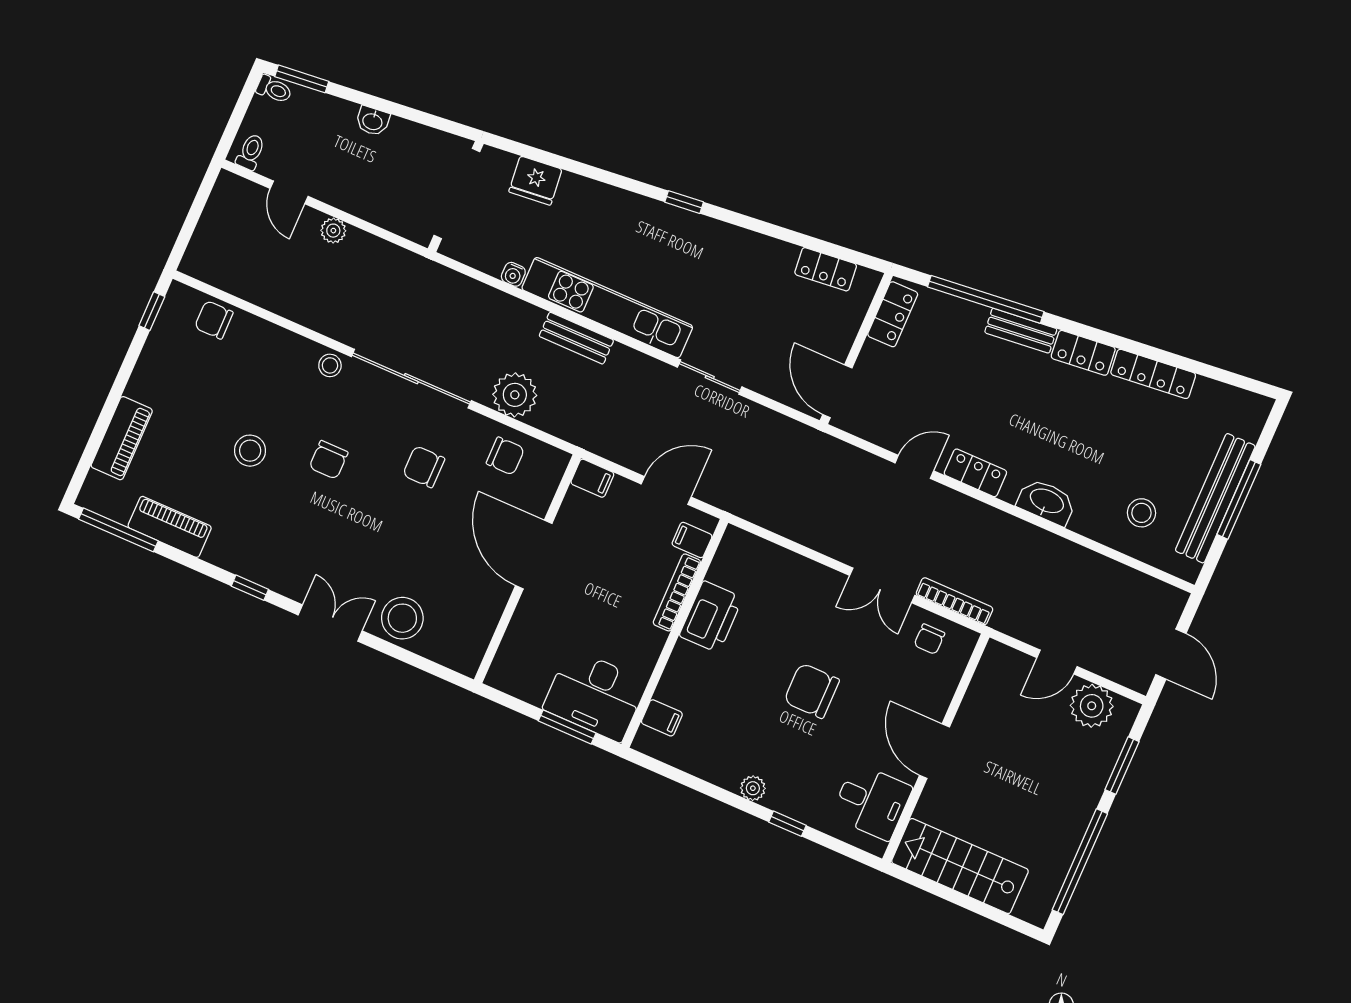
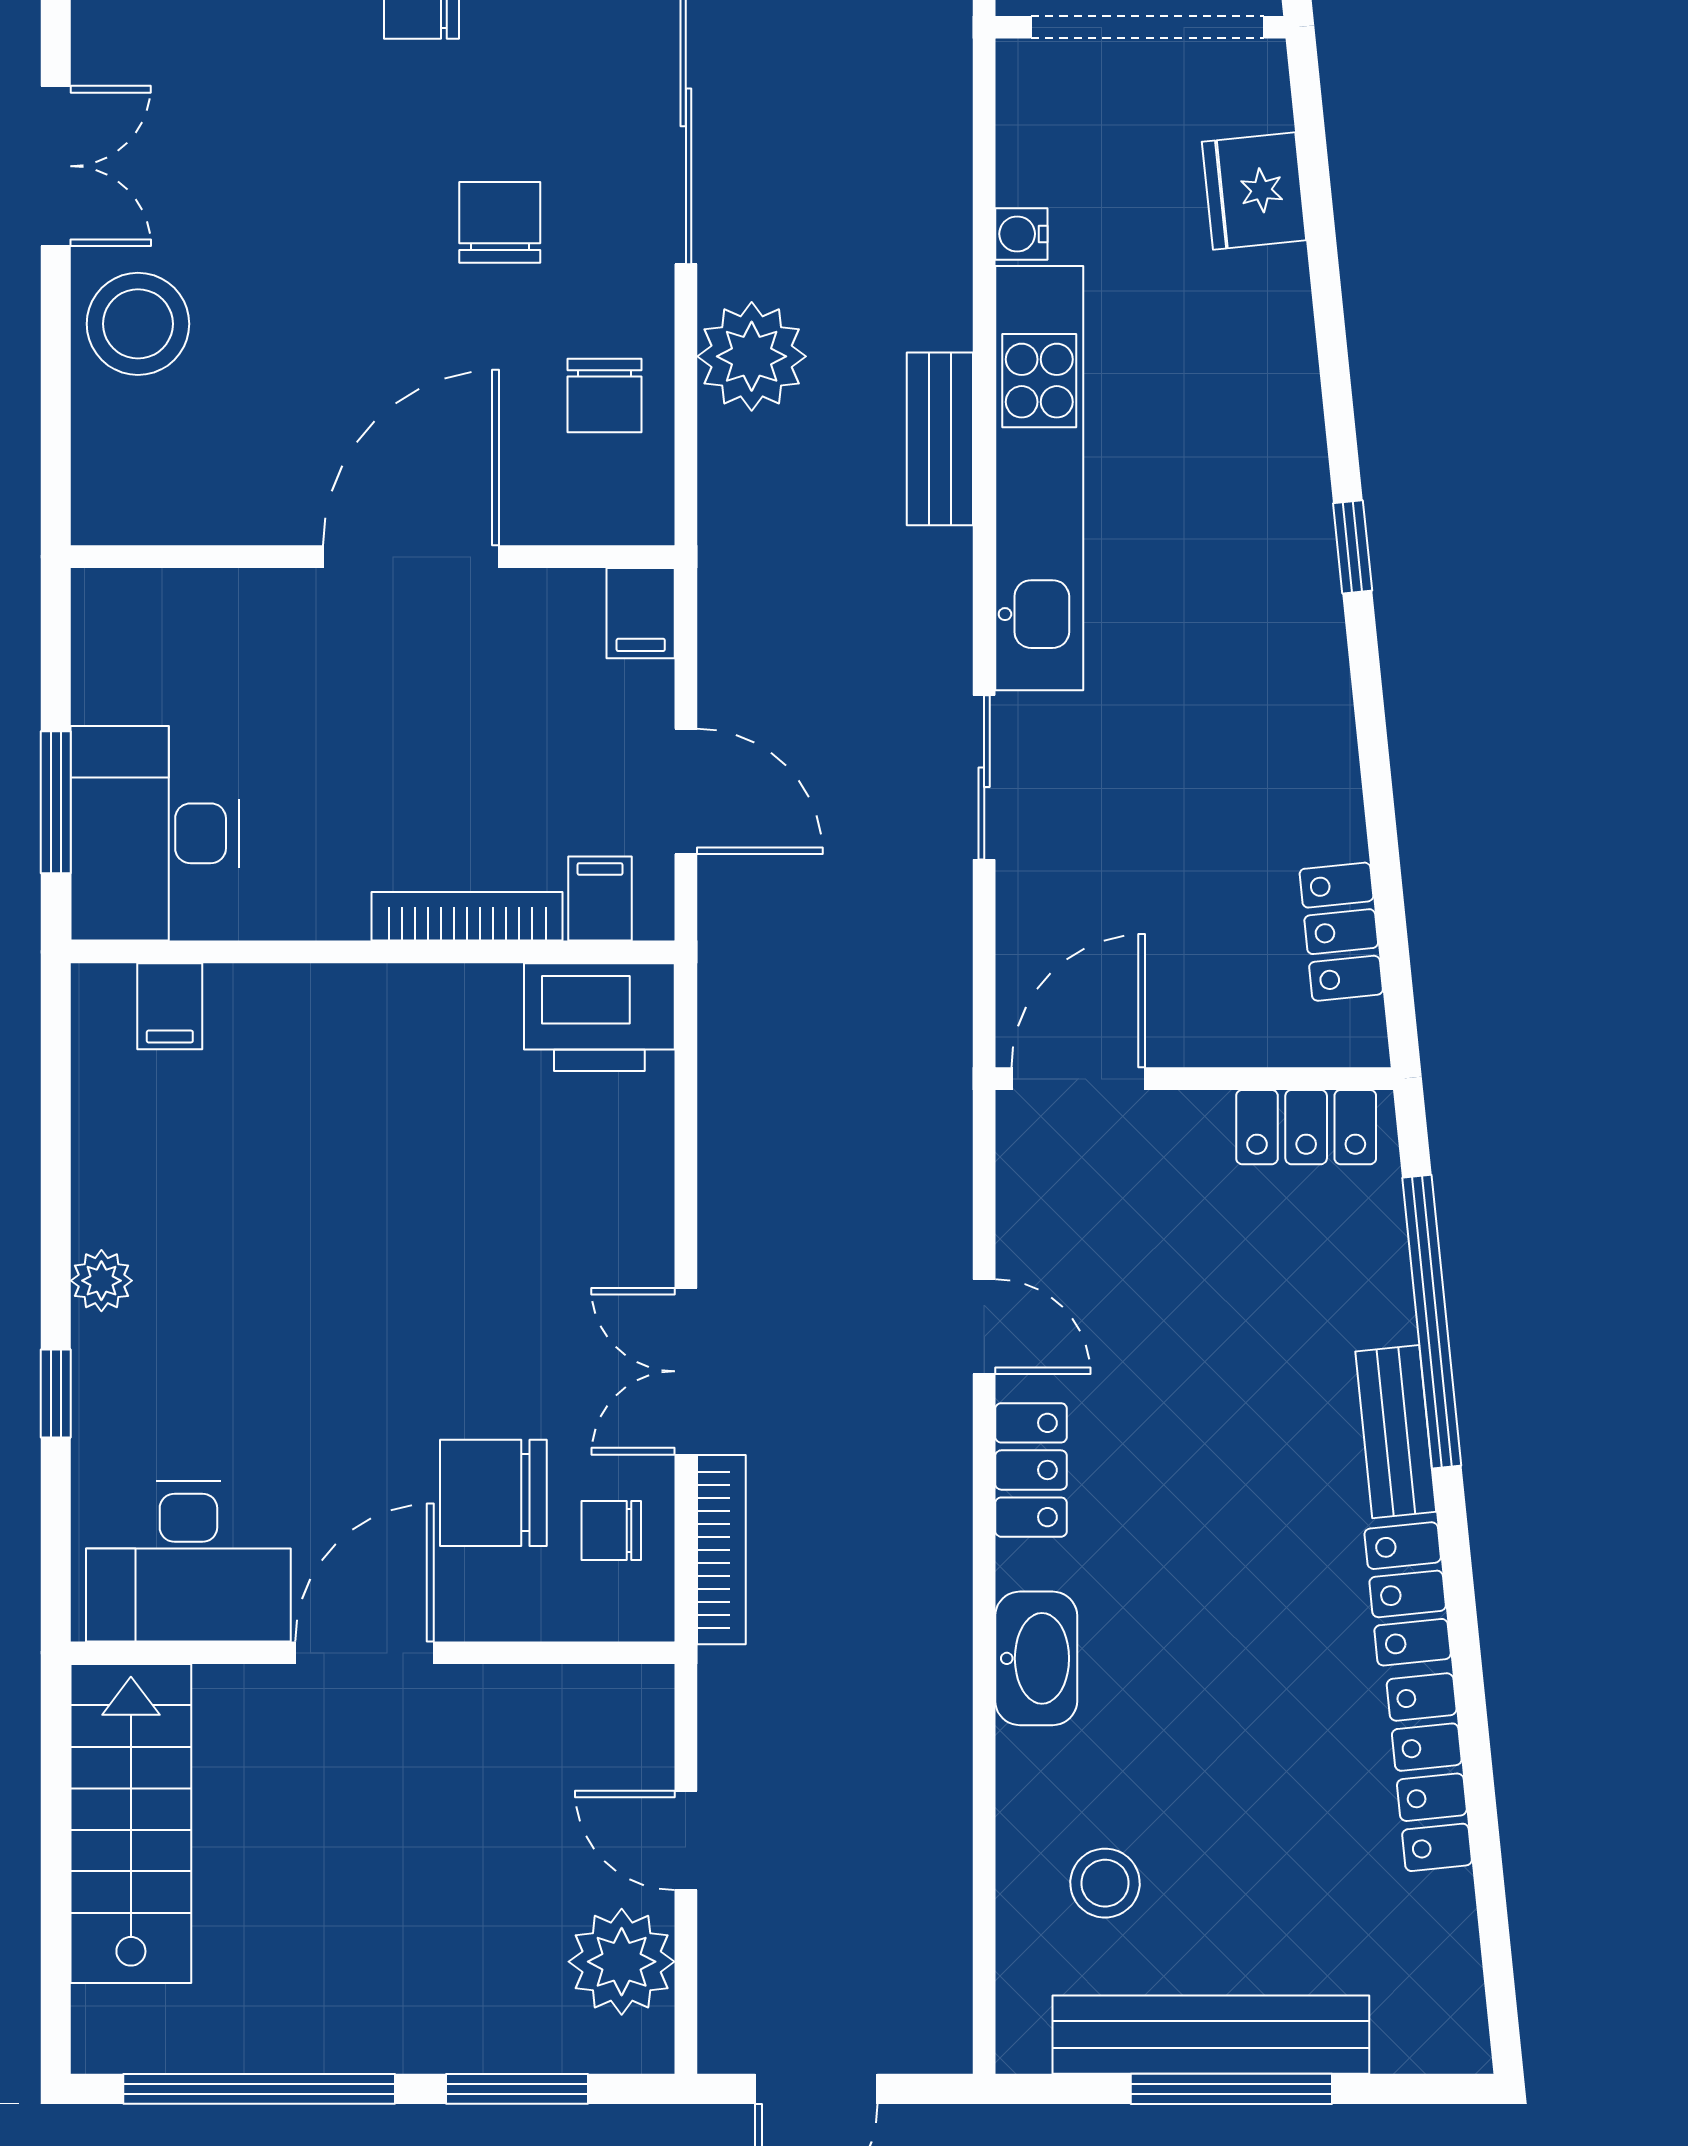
printer: (711, 617) -> (599, 1017), moved
chair: (812, 691) -> (493, 1493), moved, turned -90
desk: (872, 802) -> (188, 1561), width x1.37

